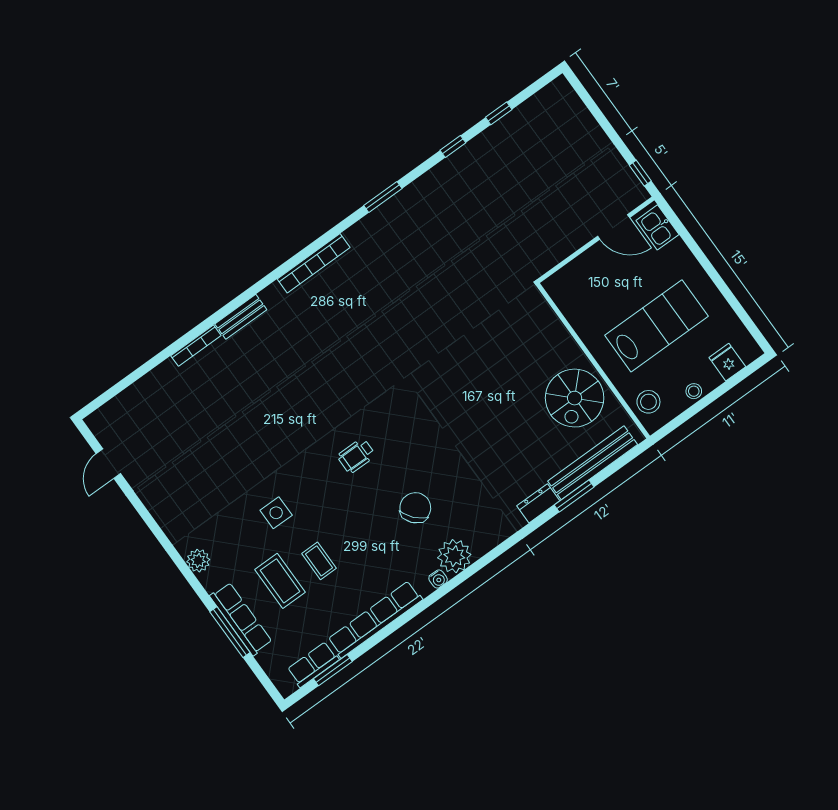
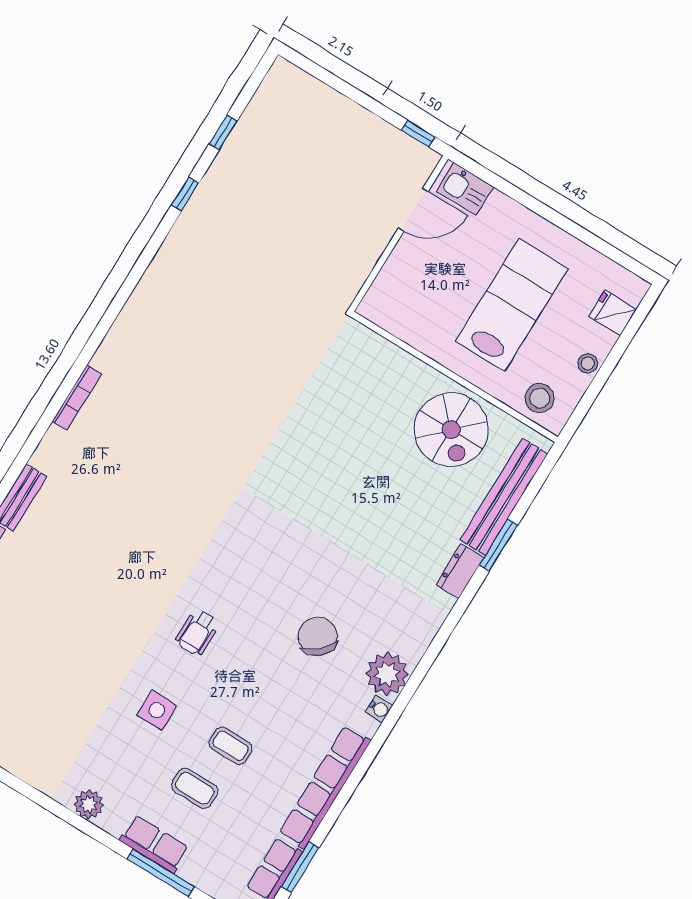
window: (383, 197) -> (128, 287), removed
bookcase: (314, 263) -> (77, 398), width x0.68, depth x0.76
wheelchair: (356, 456) -> (197, 632), moved
coffee table: (280, 581) -> (195, 788), width x0.73, depth x0.77
row of seats: (241, 619) -> (154, 844), width x0.68

